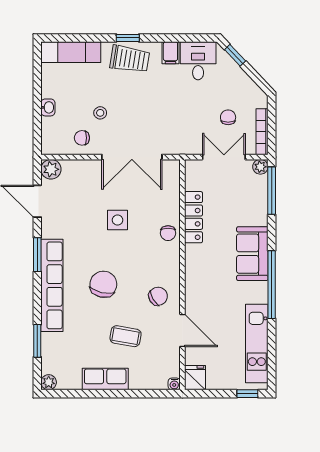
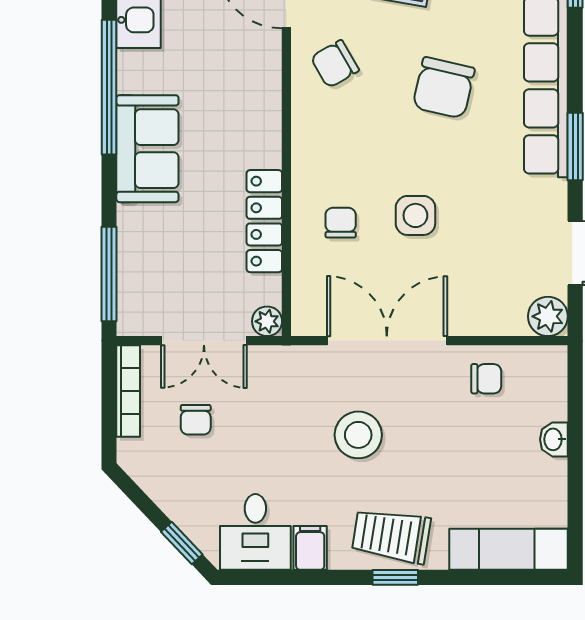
stool: (100, 113) -> (358, 435), moved, width x1.89, depth x1.89
plant: (260, 167) -> (267, 321), moved
chair: (168, 233) -> (341, 223), moved

